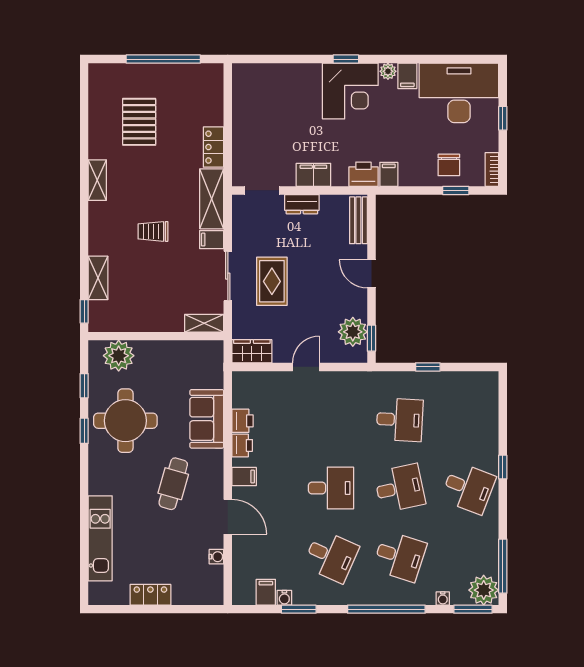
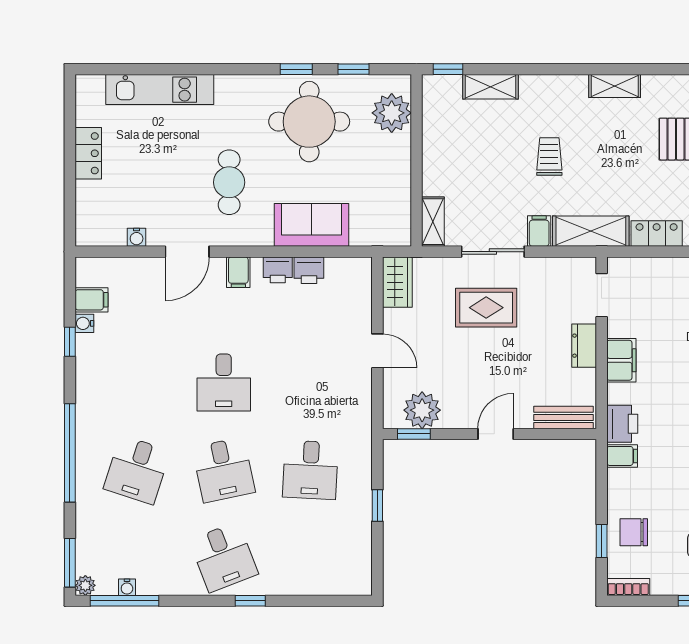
cafe table: (173, 484) -> (229, 182), turned 74
desk: (468, 488) -> (224, 557), turned -42
desk: (331, 556) -> (137, 383), removed
plant: (484, 590) -> (85, 585), width x0.53, depth x0.53
water cooler: (443, 598) -> (127, 587), moved, turned -90
window: (299, 609) -> (70, 342), width x0.67

